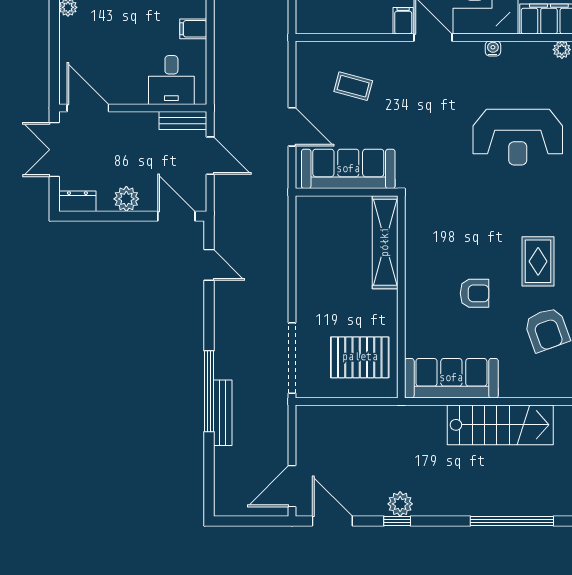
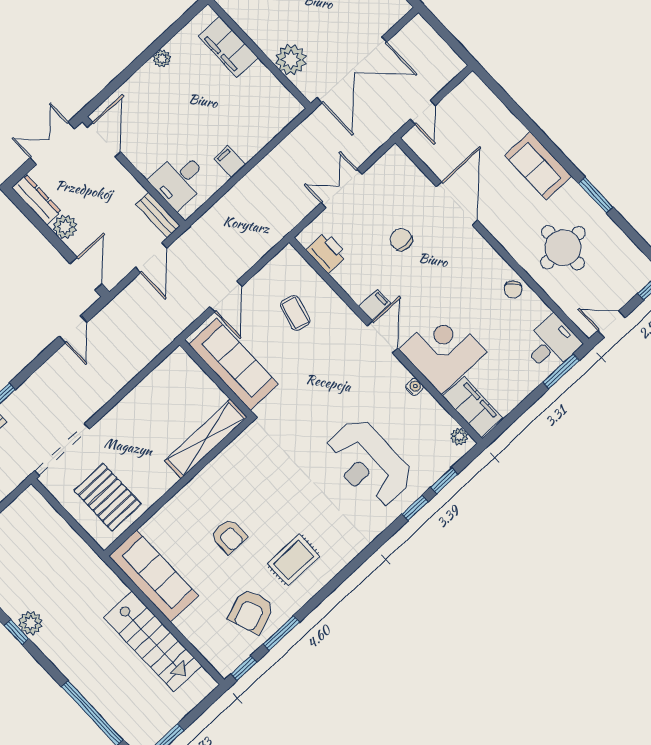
printer: (330, 20) -> (327, 253), added
dresser: (77, 201) -> (36, 200), width x1.44

